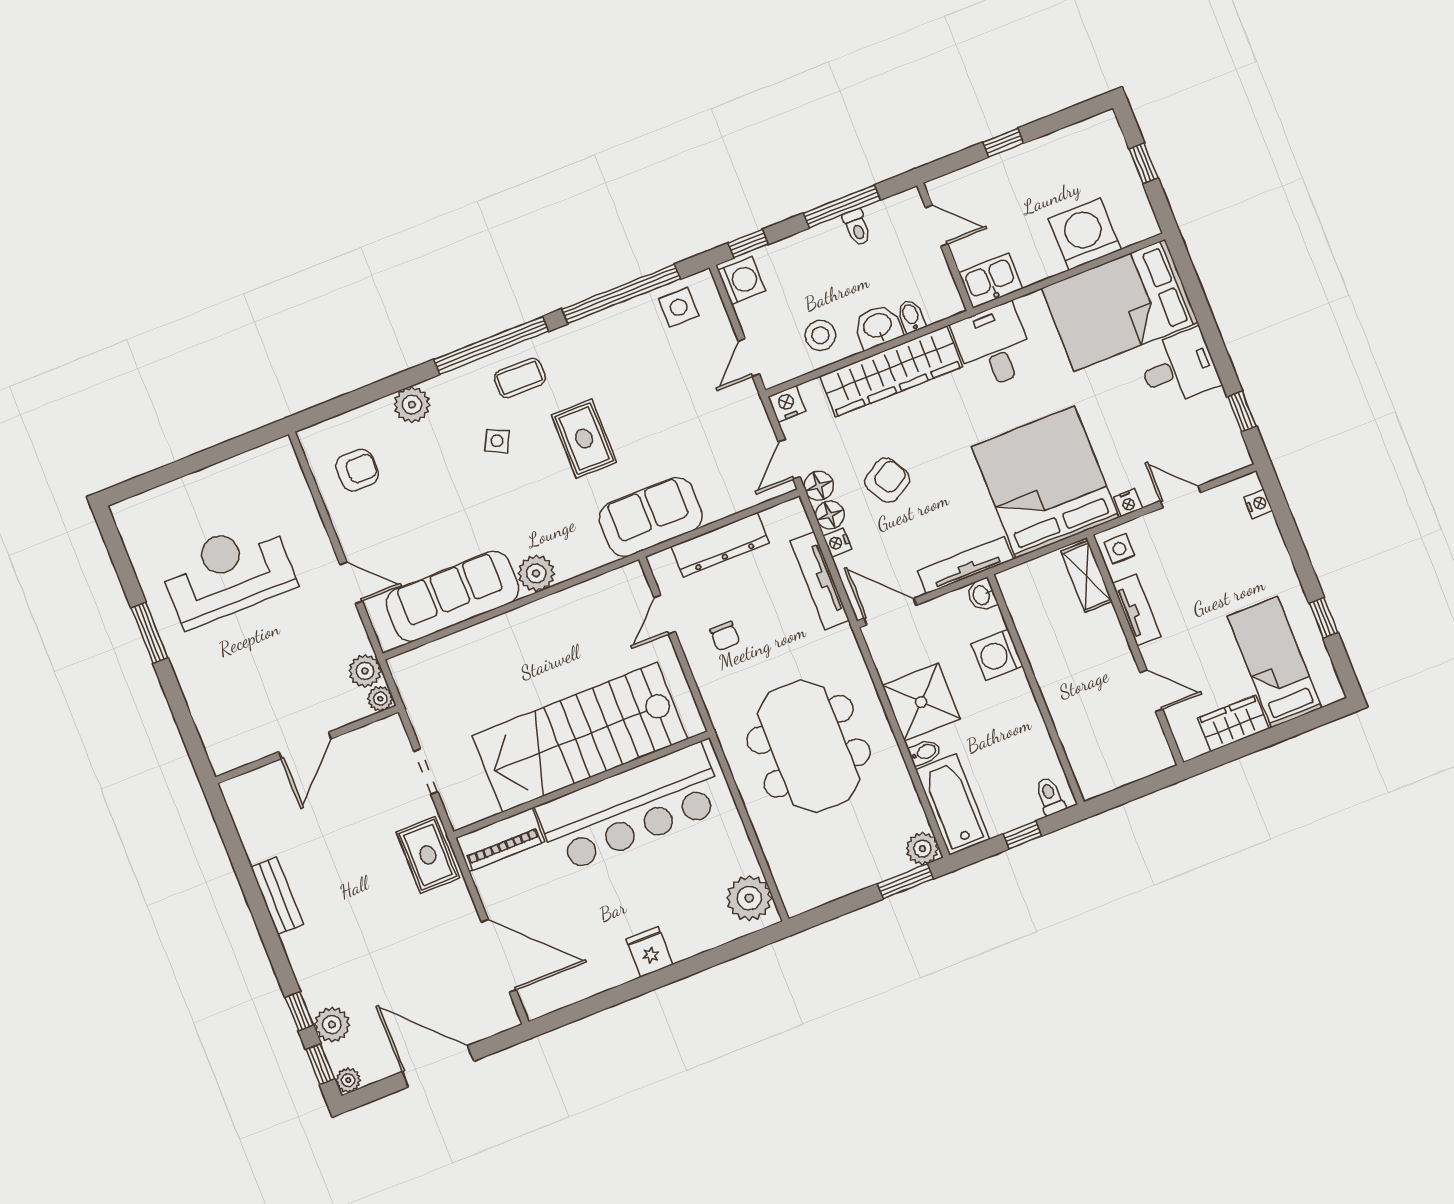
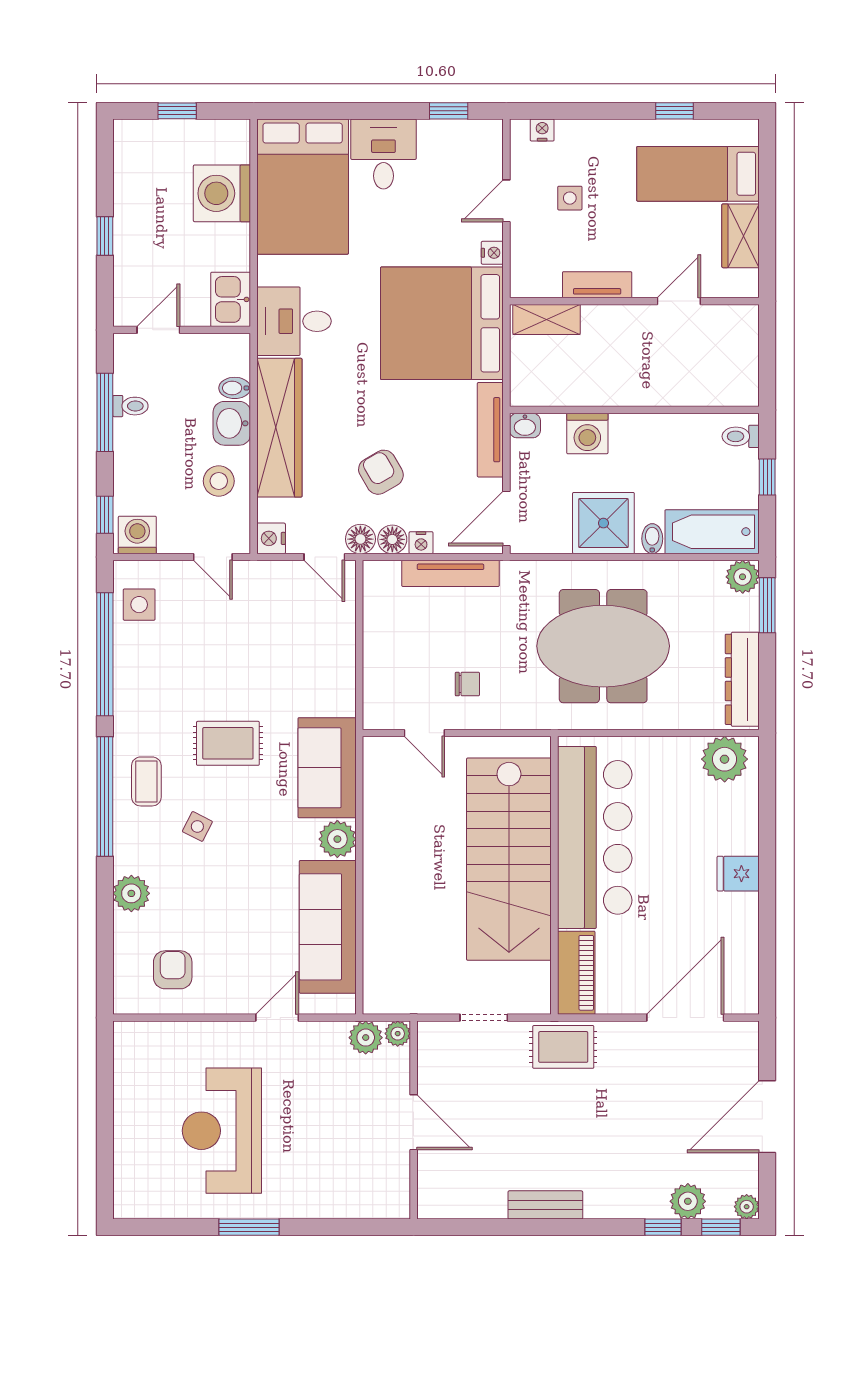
sofa: (651, 517) -> (327, 768), moved
dresser: (720, 545) -> (742, 679), moved, turned 180
side table: (1119, 549) -> (570, 198), moved

